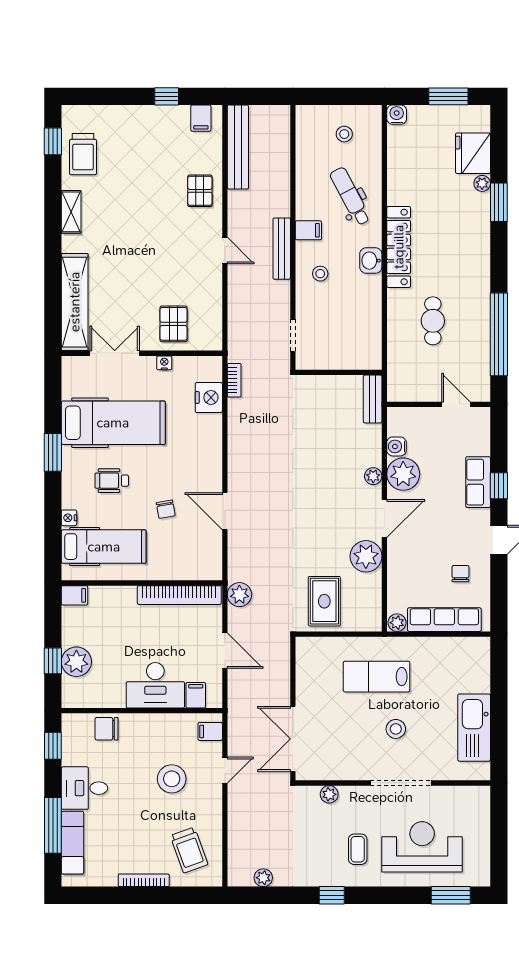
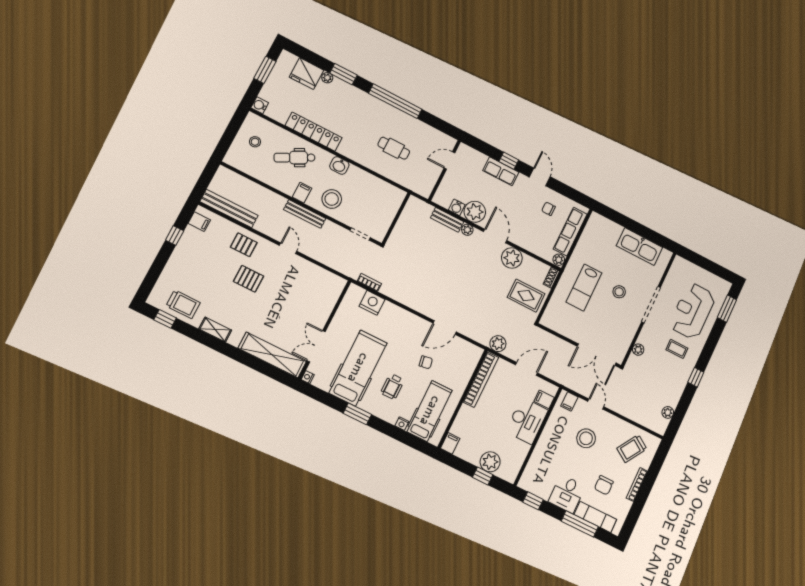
locker: (399, 247) -> (314, 132), moved
door: (225, 250) -> (288, 248), hinge flipped
stool: (320, 274) -> (332, 199), width x1.89, depth x1.89
pallet: (174, 324) -> (249, 279), moved
window: (499, 334) -> (395, 101), moved
nightstand: (164, 363) -> (308, 377), moved
bench: (373, 399) -> (447, 220), moved
shoe rack: (367, 624) -> (551, 278), added
chair: (107, 729) -> (604, 485), moved
trolley: (189, 850) -> (632, 449), turned 143

